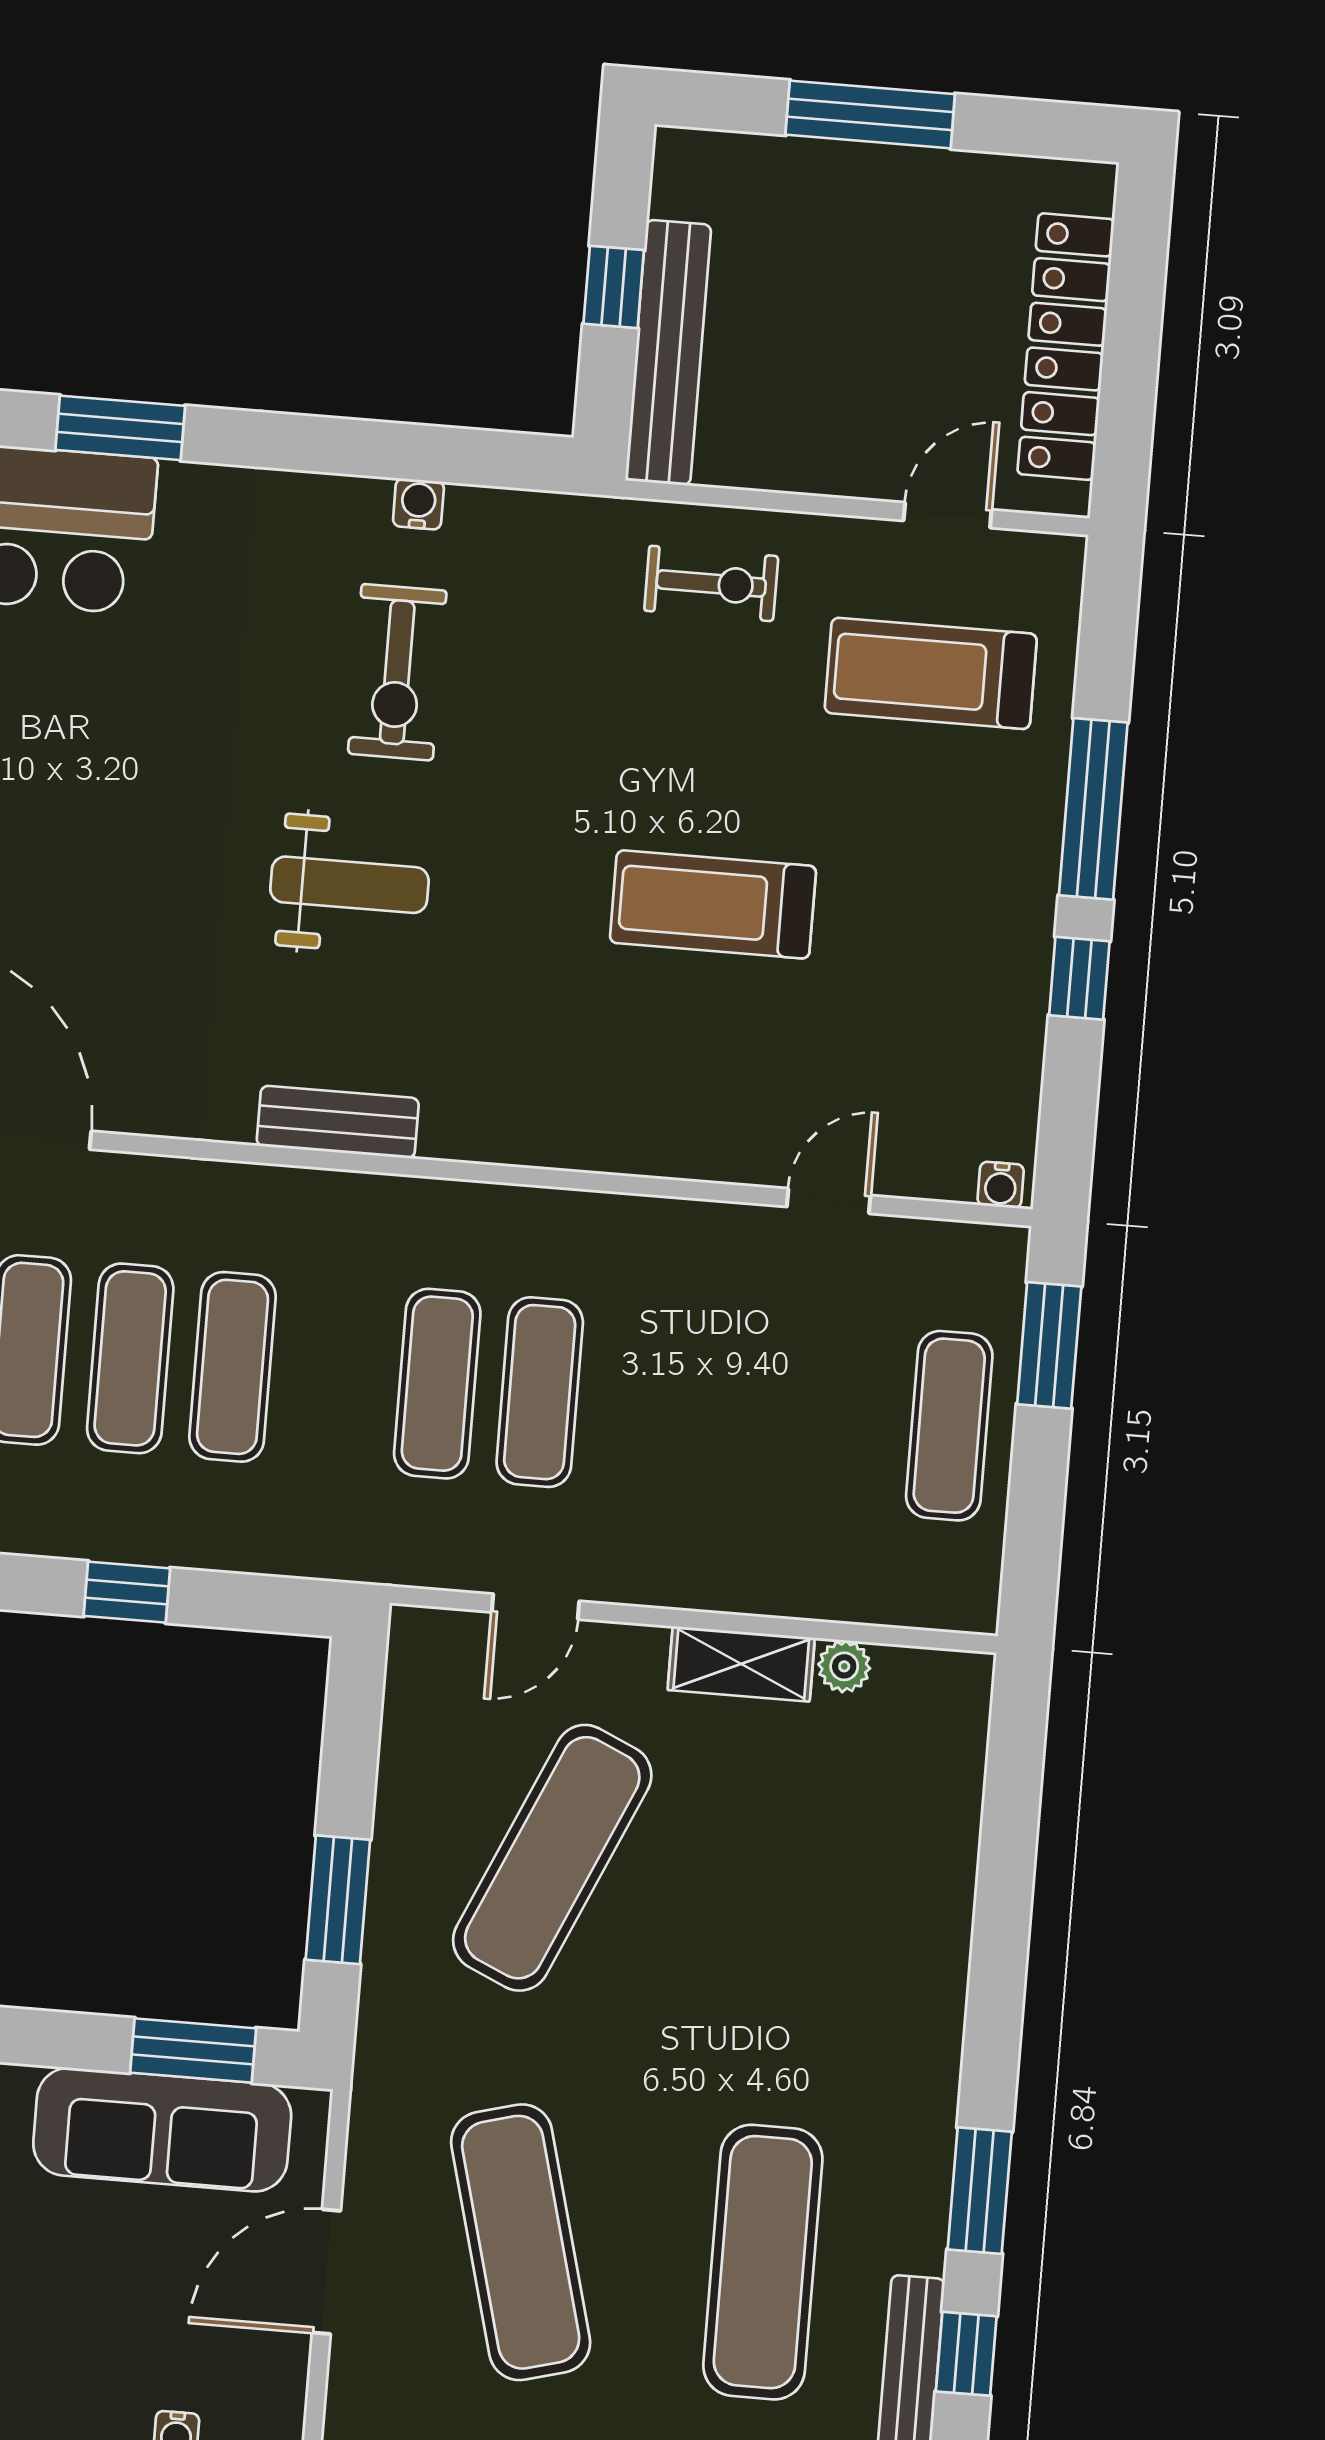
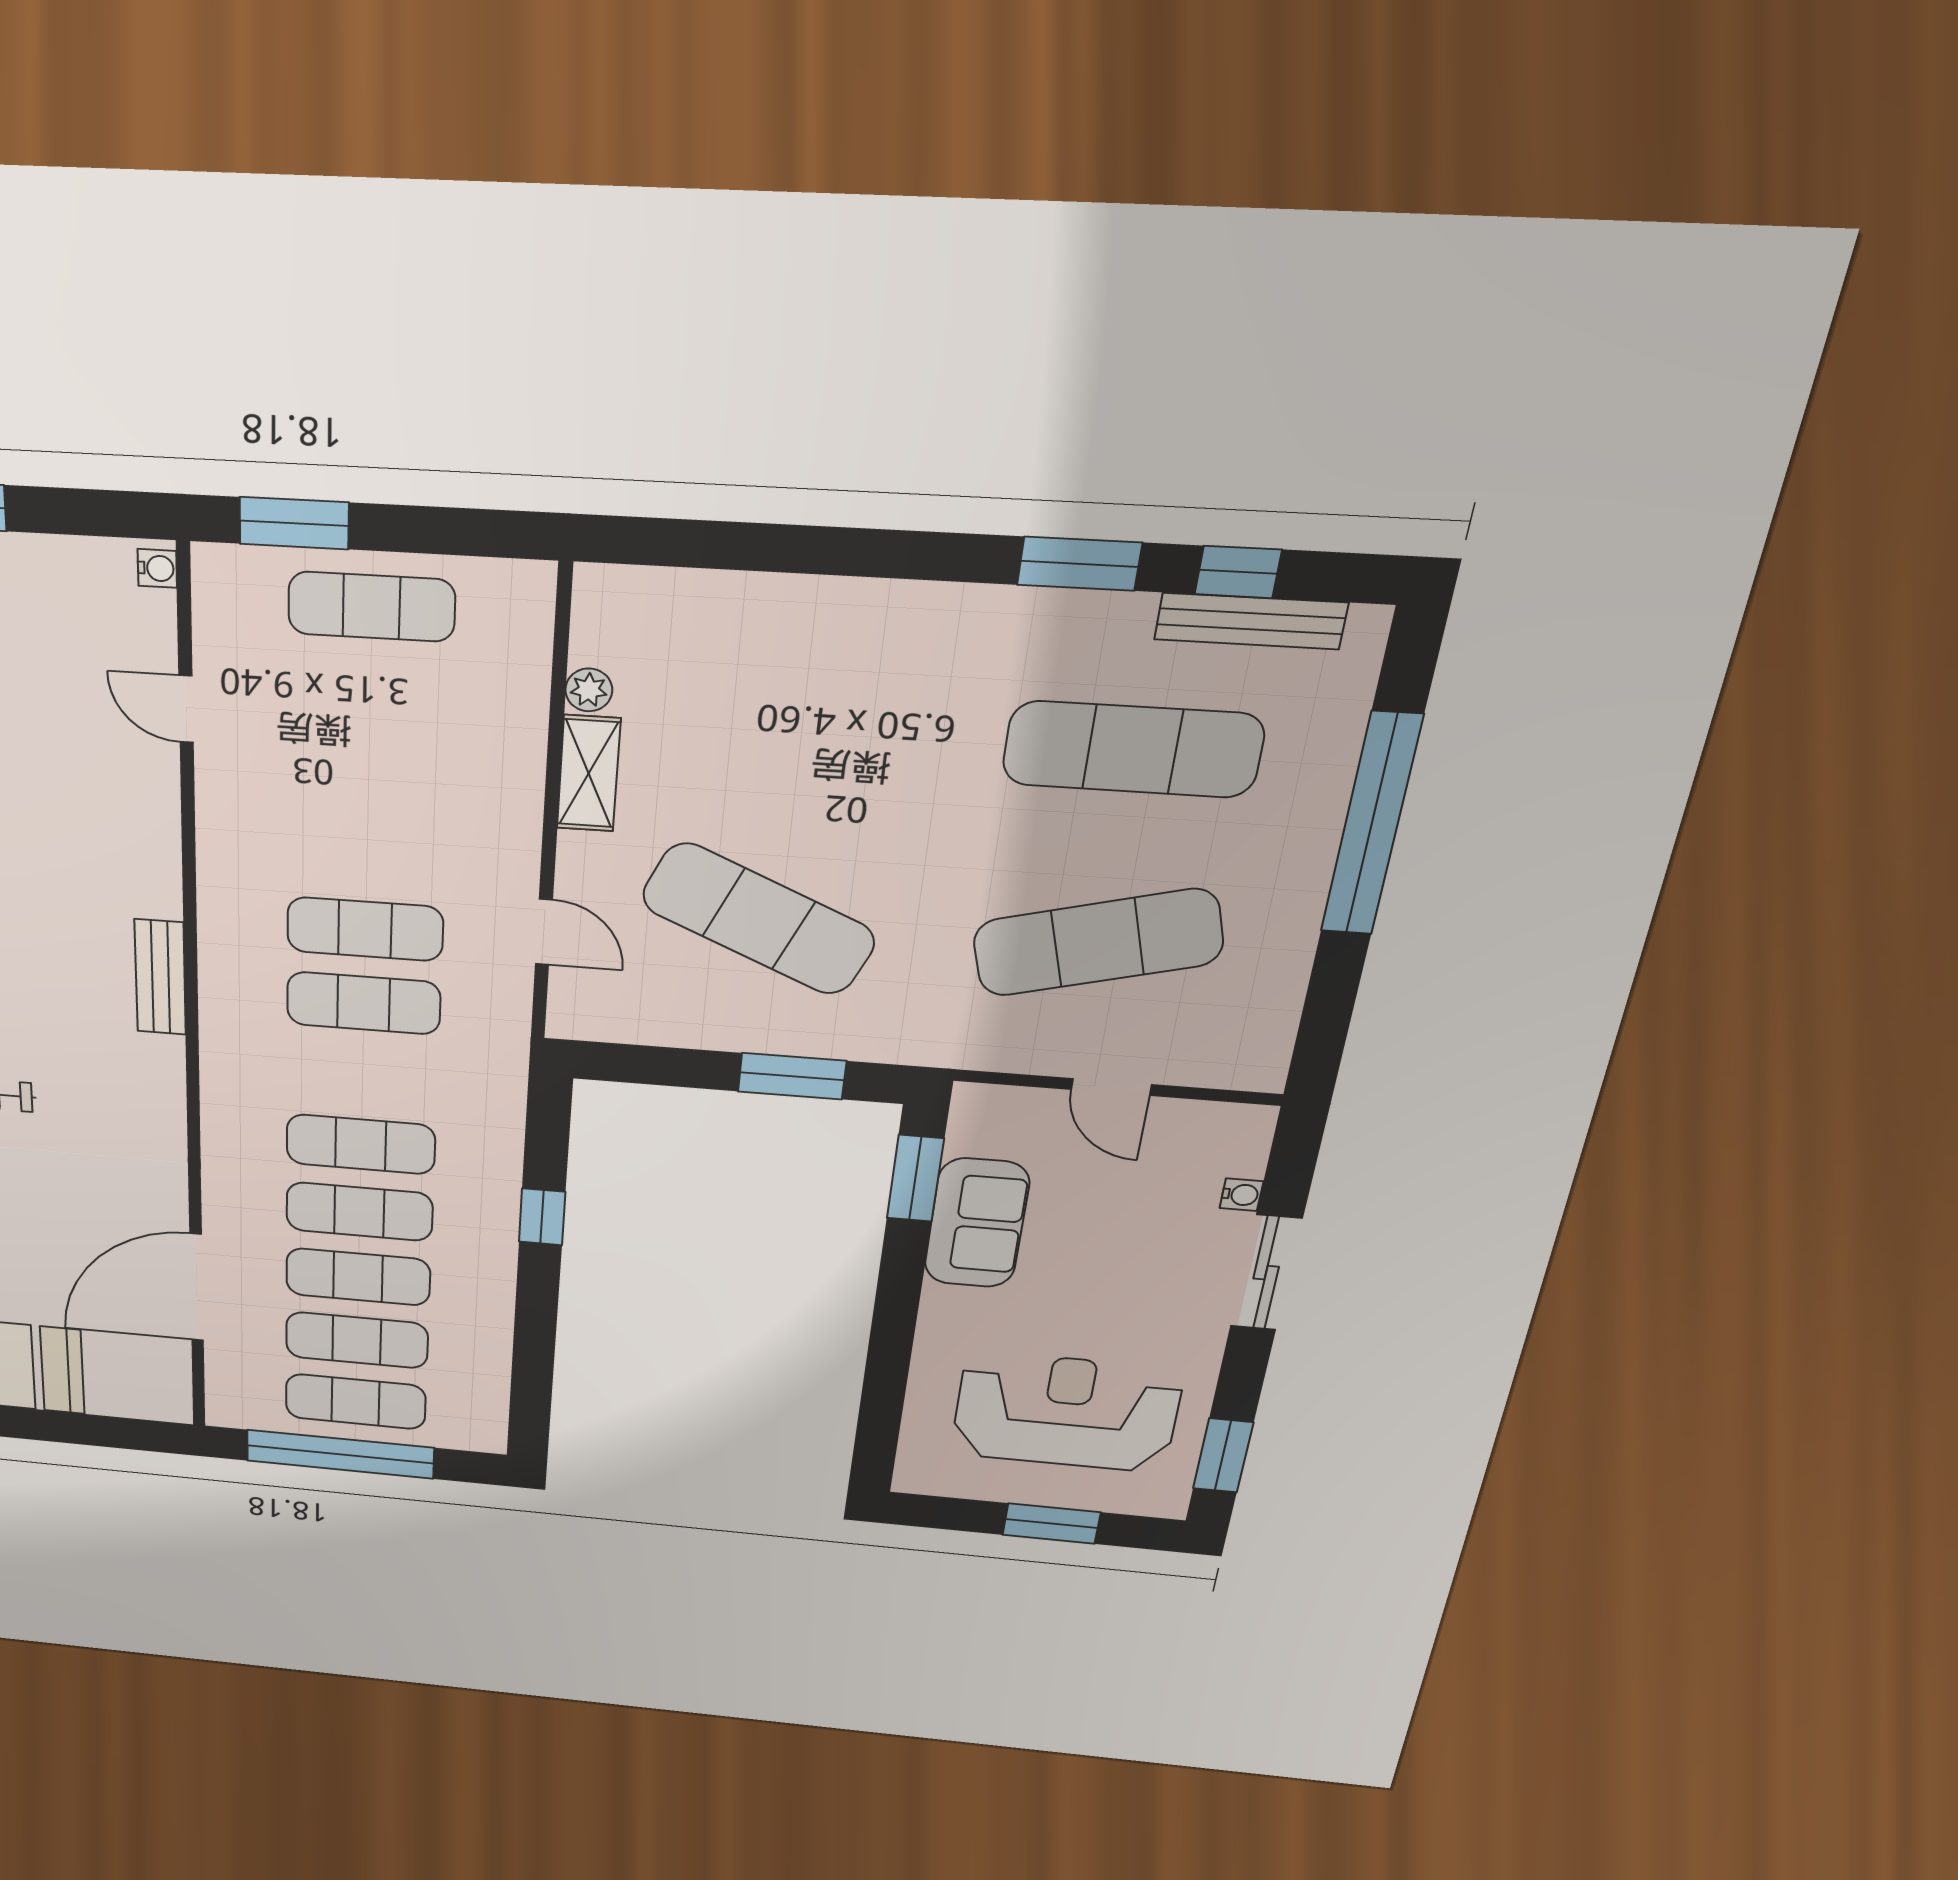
bench: (338, 1122) -> (160, 977), moved
sofa: (162, 2130) -> (977, 1223), width x0.73
door: (326, 2272) -> (1111, 1087), width x0.73

